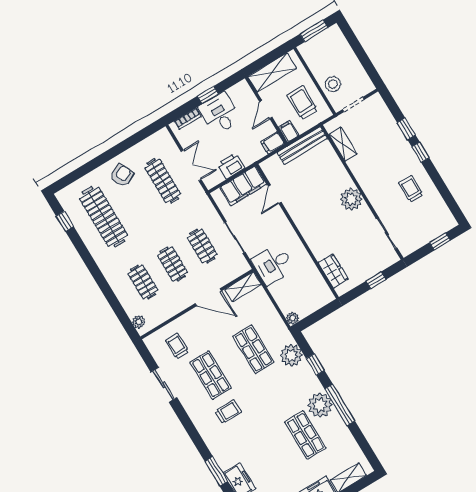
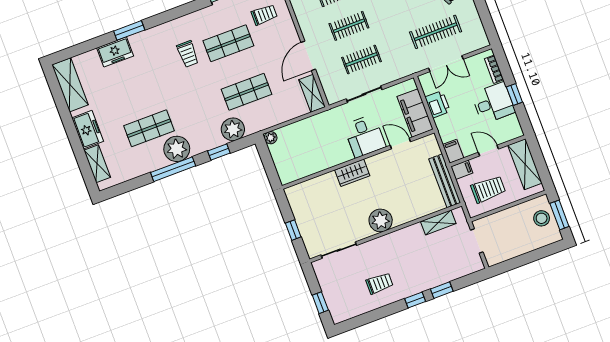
stool: (333, 84) -> (542, 218), moved
desk: (273, 264) -> (365, 136), moved, turned 180
wardrobe: (333, 271) -> (352, 173), moved

